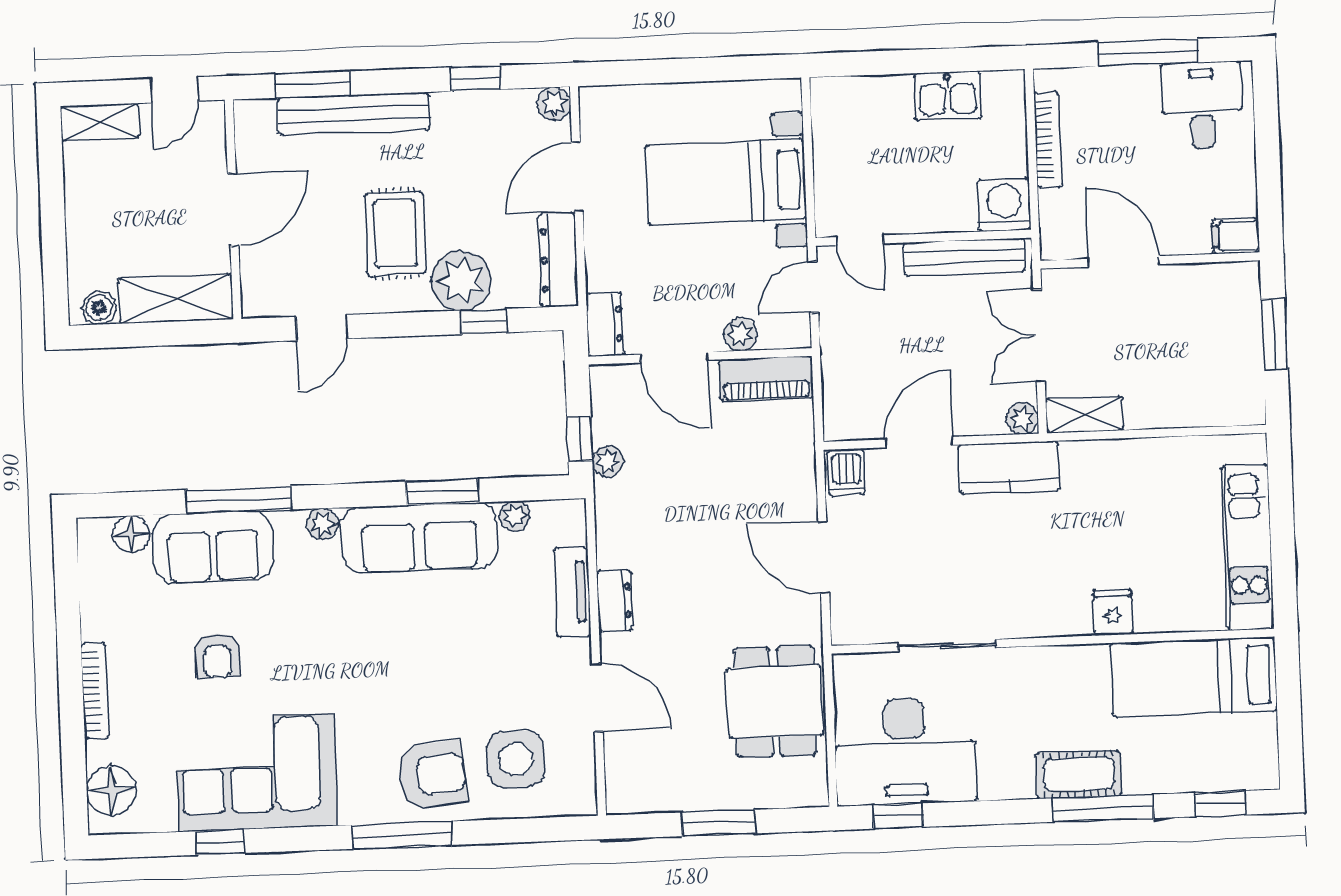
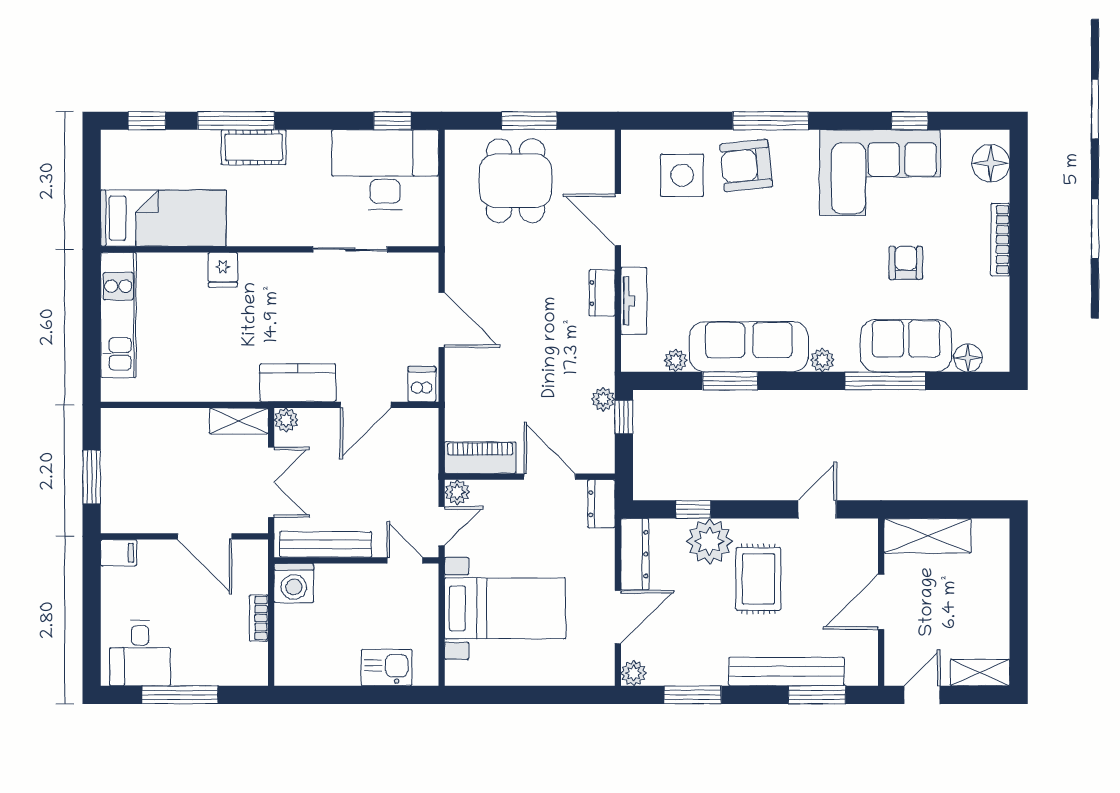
window: (476, 78) -> (693, 695), width x1.50
kitchen sink: (948, 96) -> (387, 668), moved
bookcase: (1048, 140) -> (259, 618), width x0.64
boiler: (99, 308) -> (986, 531), removed
plant: (741, 334) -> (457, 492), moved
dining table: (775, 702) -> (516, 181), moved

